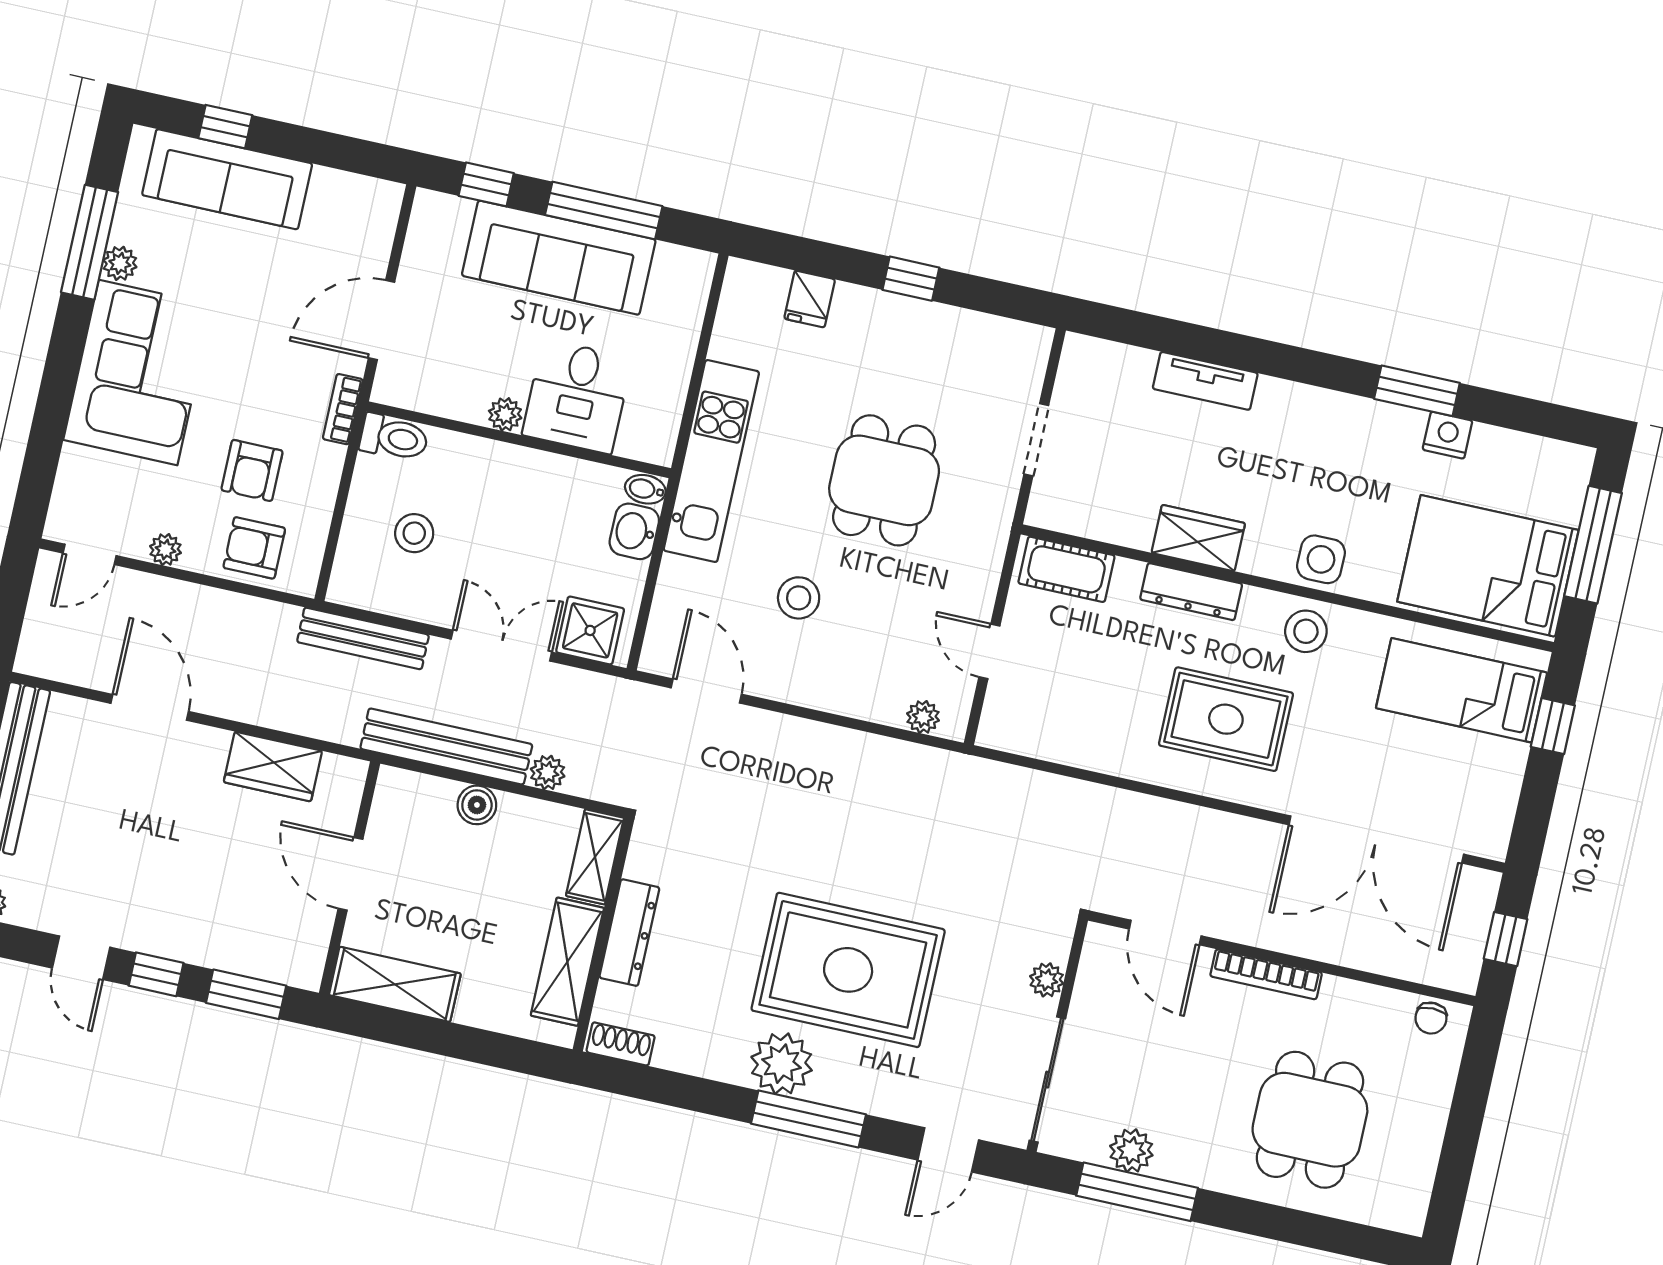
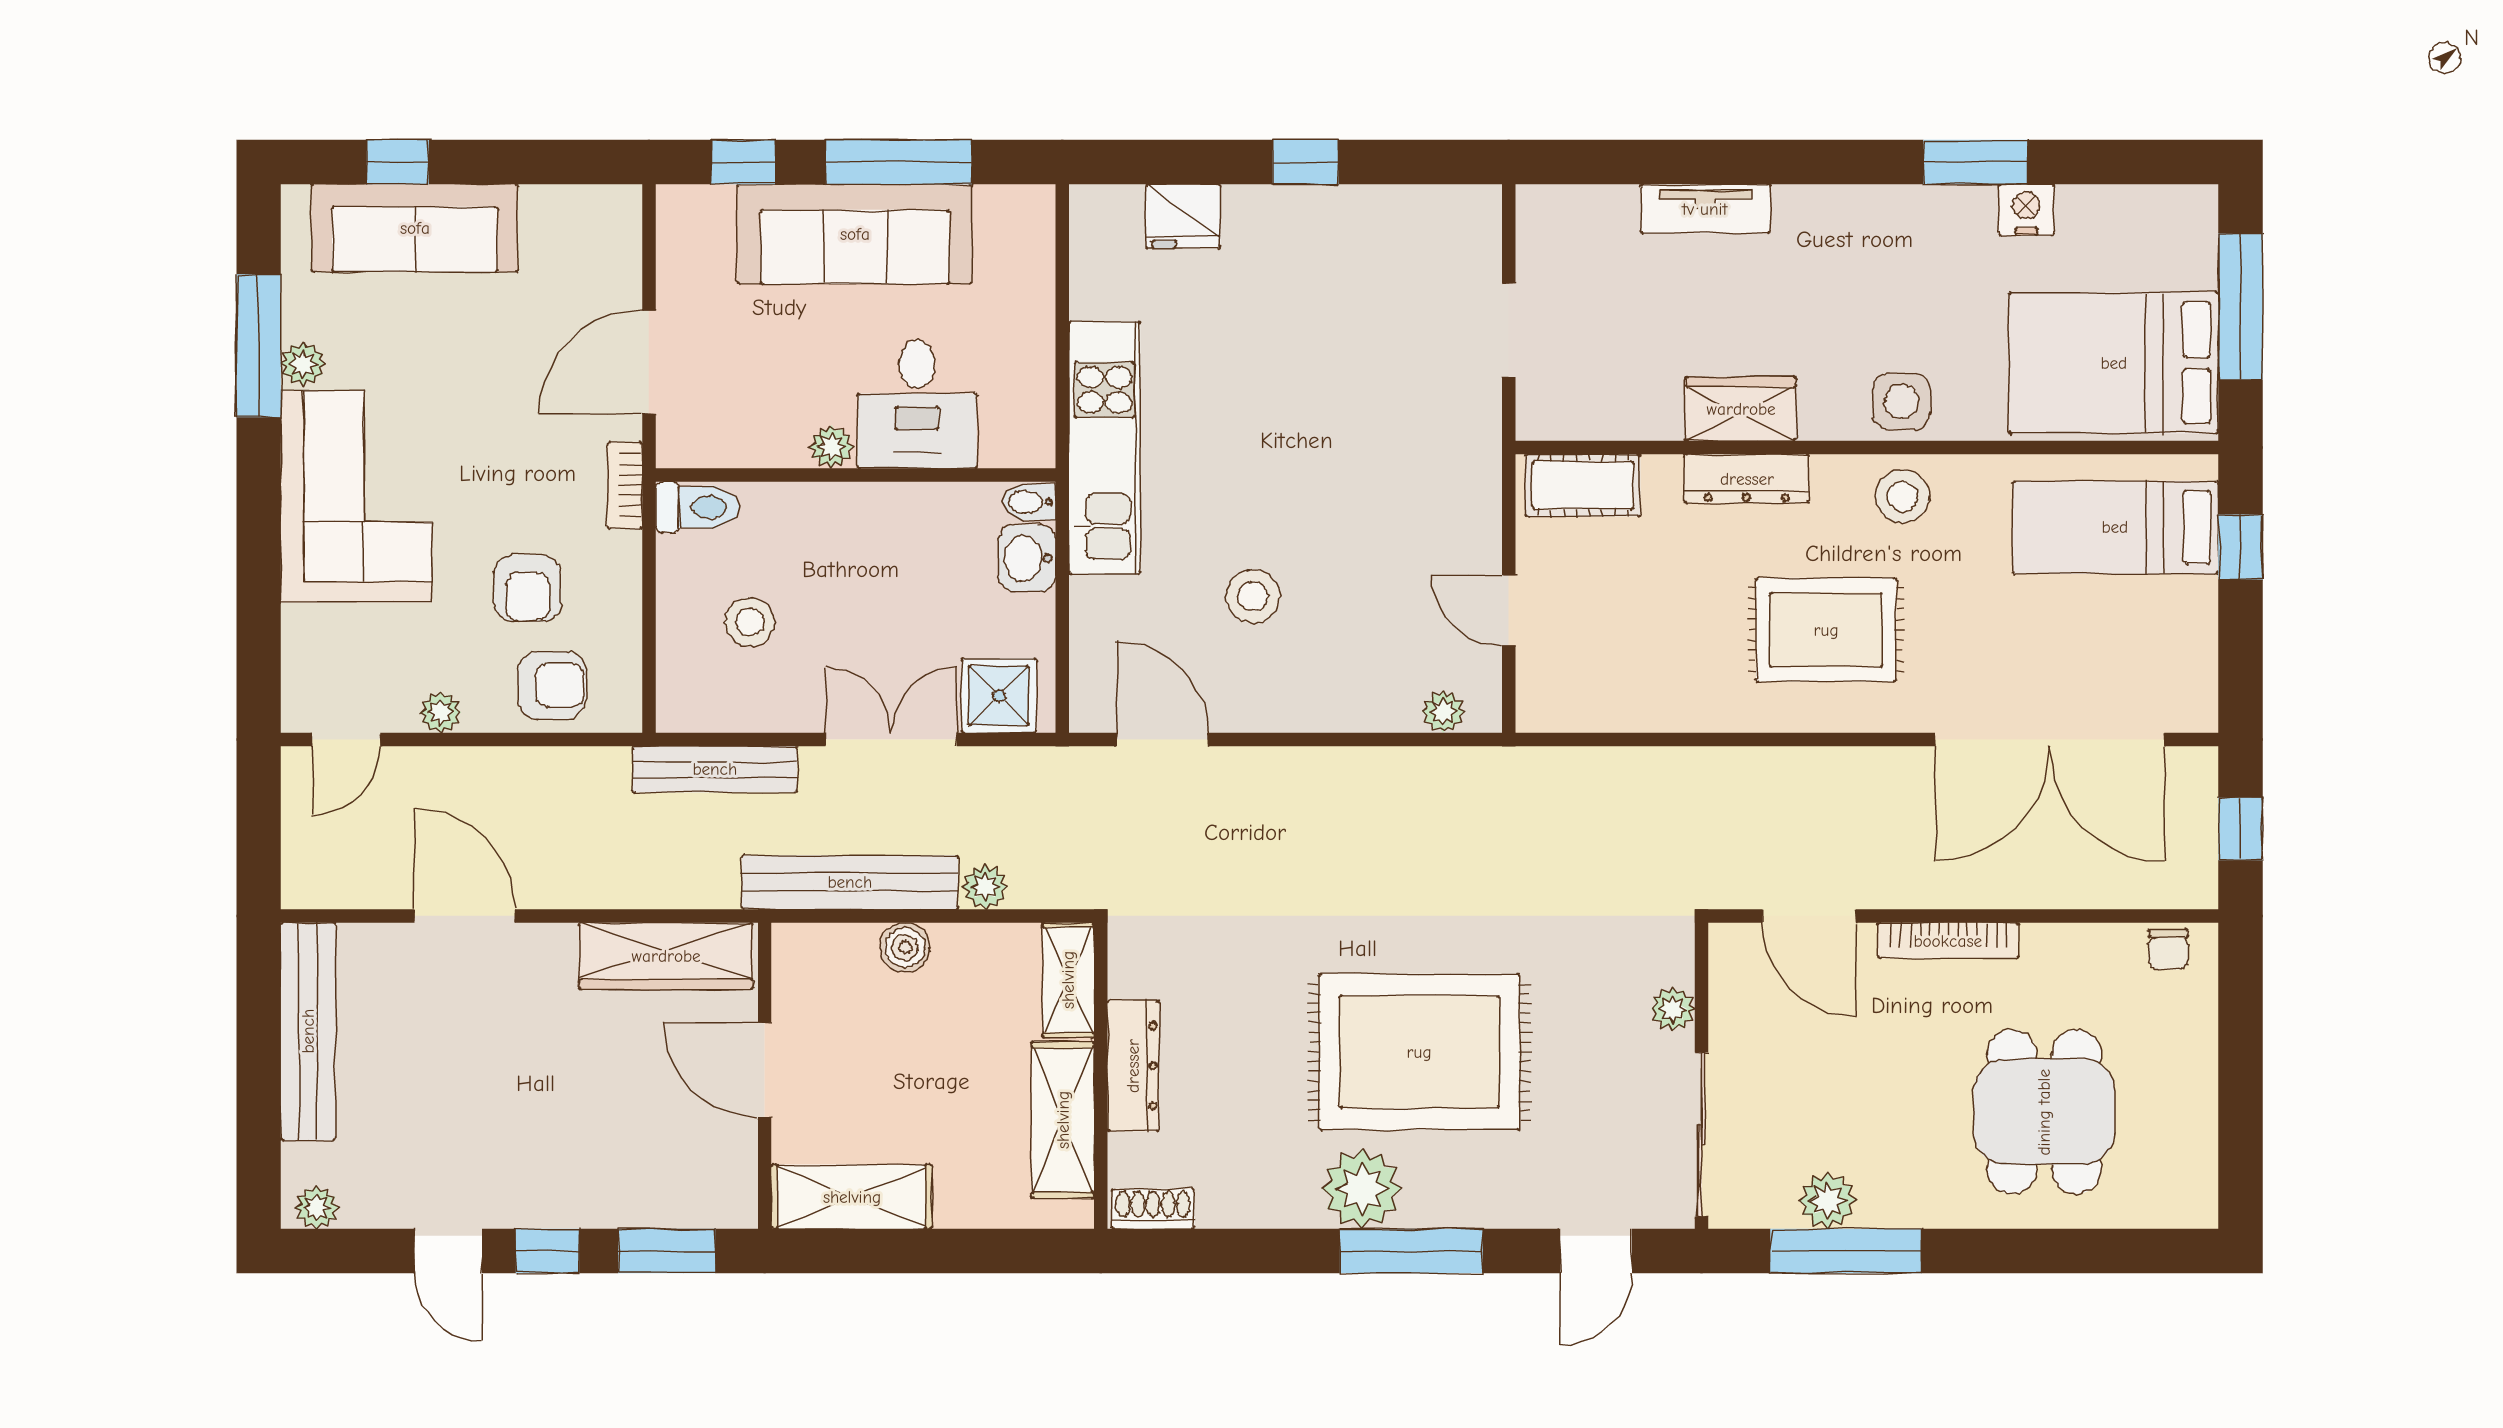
fridge: (810, 299) -> (1183, 216), width x1.38
dining table: (884, 480) -> (1328, 424), removed
armchair: (254, 548) -> (552, 685), turned 180
wardrobe: (273, 767) -> (666, 956), width x1.50

